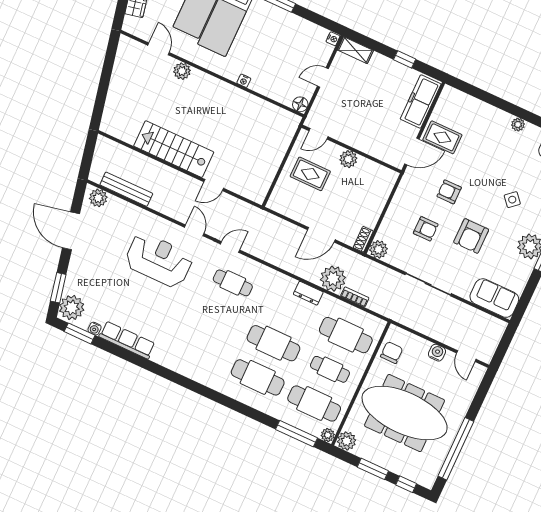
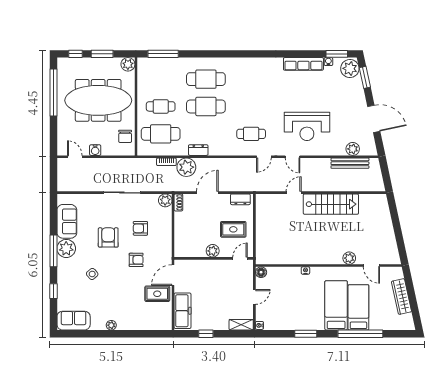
plant: (98, 198) -> (353, 149), moved
dresser: (284, 207) -> (240, 199), added
sofa: (494, 298) -> (67, 221), moved, turned -90
cafe table: (314, 403) -> (161, 79), removed
plant: (328, 435) -> (142, 62), removed

